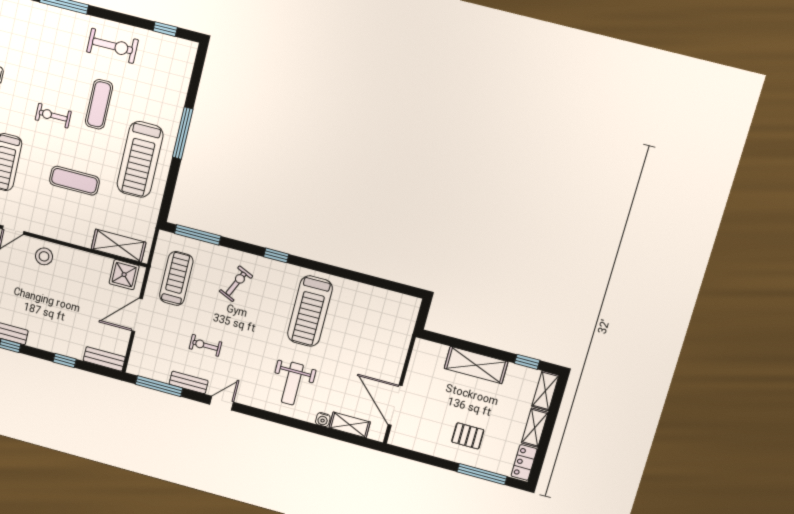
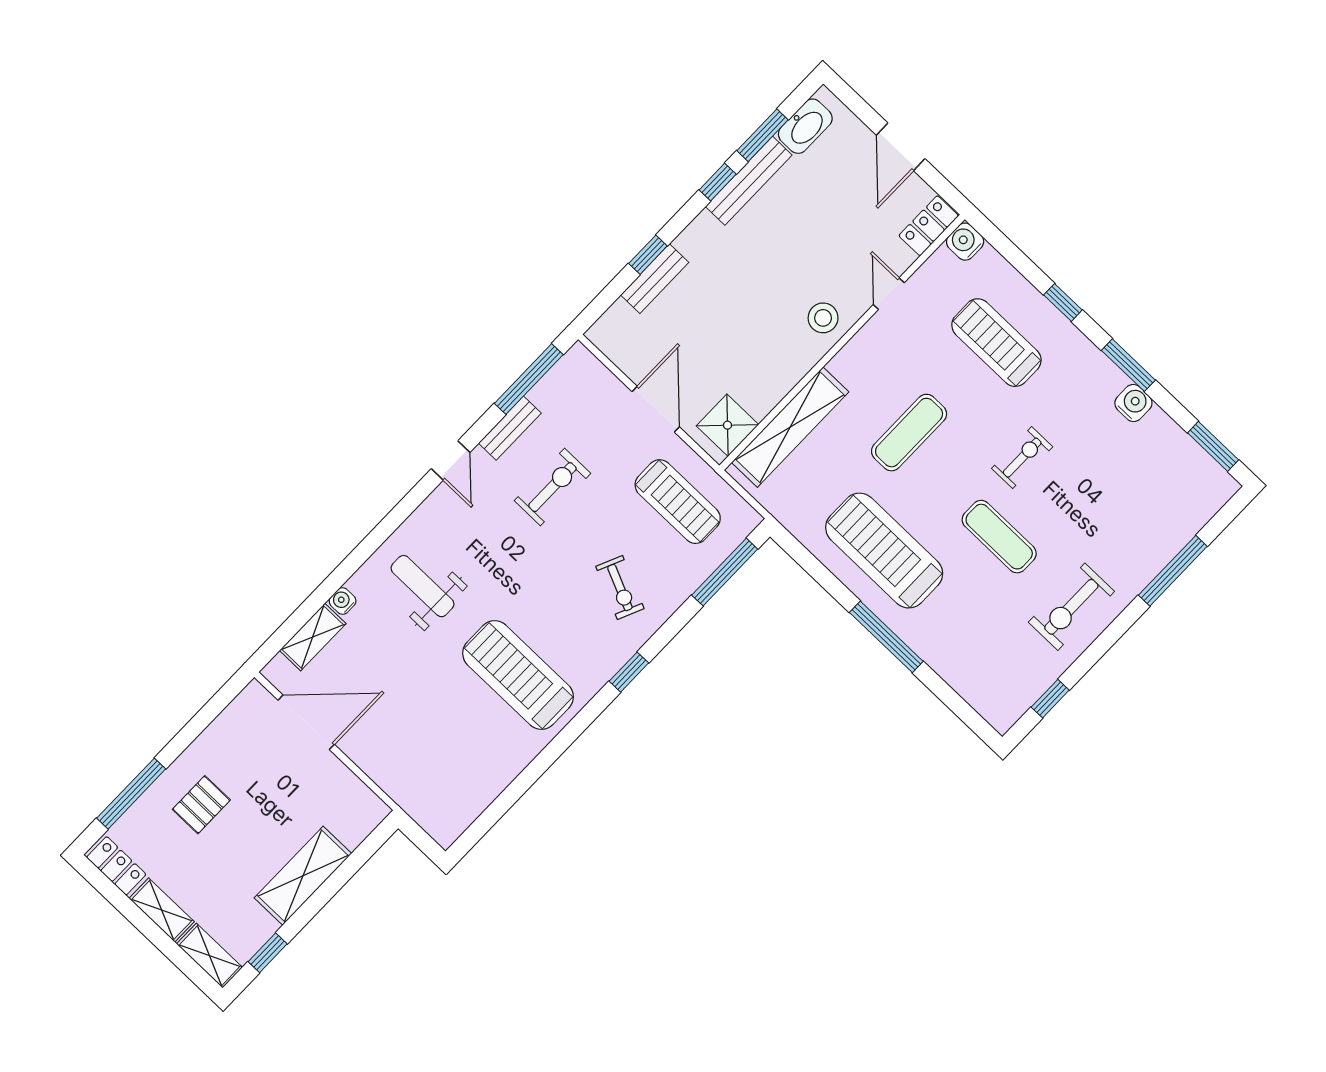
shelving: (118, 246) -> (790, 427), width x1.47
exercise bike: (205, 345) -> (552, 487), width x1.38, depth x1.39
bench: (104, 359) -> (655, 279), moved

